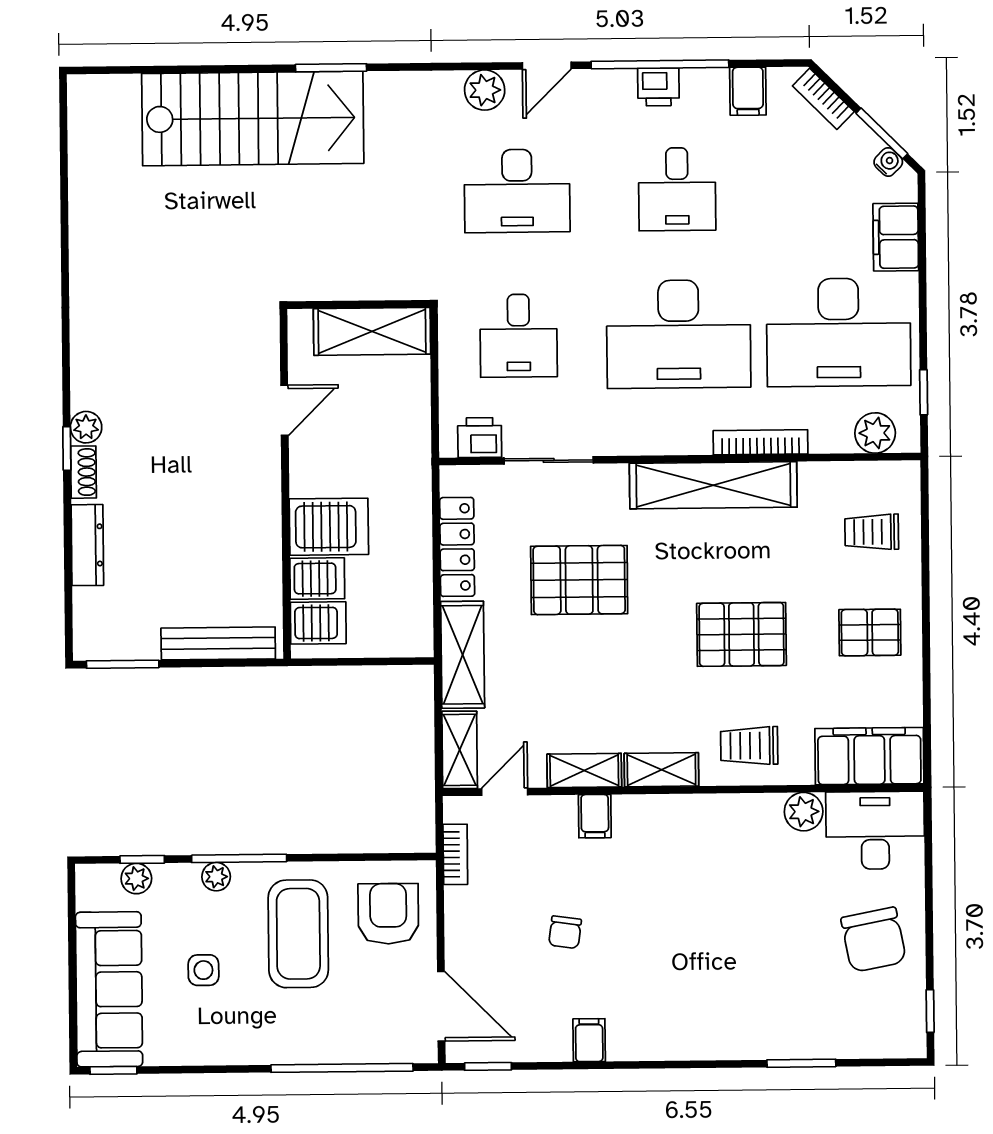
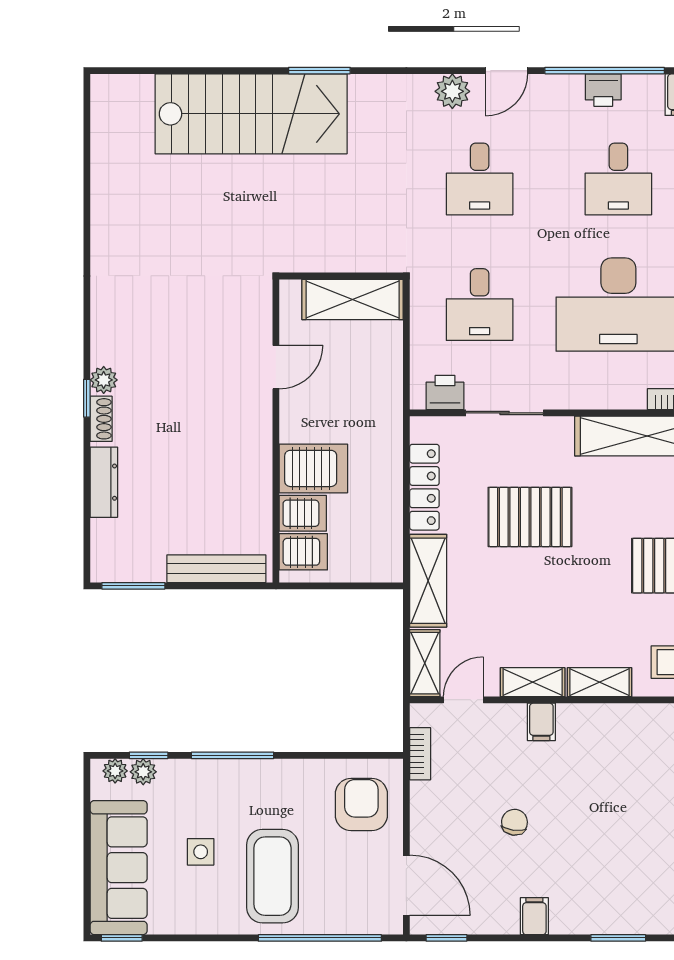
desk: (517, 191) -> (480, 179), width x0.73
plant: (216, 877) -> (115, 771), moved
chair: (565, 932) -> (514, 822), turned 180
coffee table: (298, 934) -> (272, 876), moved
window: (686, 1064) -> (618, 938), added

